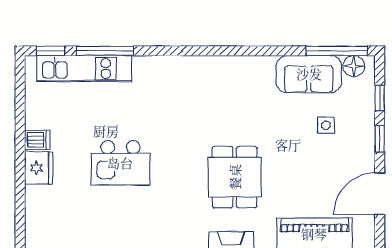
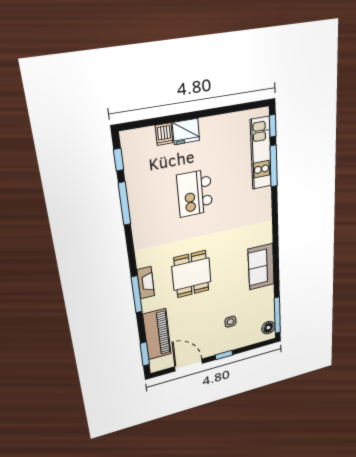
sofa: (309, 74) -> (261, 267), moved
window: (380, 98) -> (249, 348), removed
dishwasher: (37, 140) -> (164, 134), moved
dining table: (235, 177) -> (191, 274), turned 90

